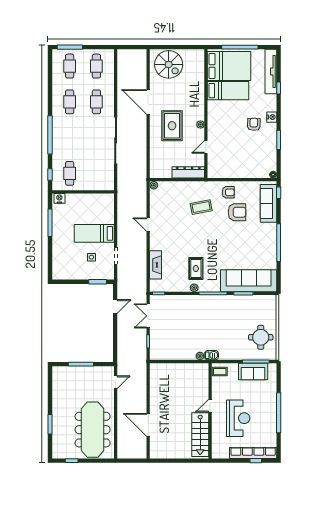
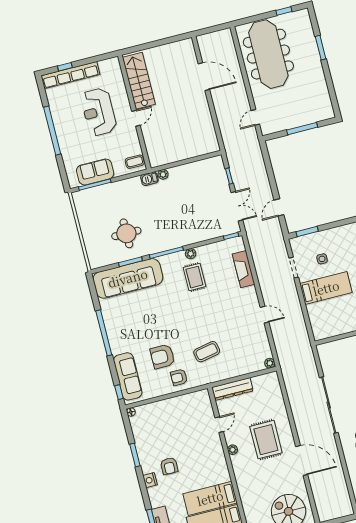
round table: (261, 337) -> (126, 233), moved

